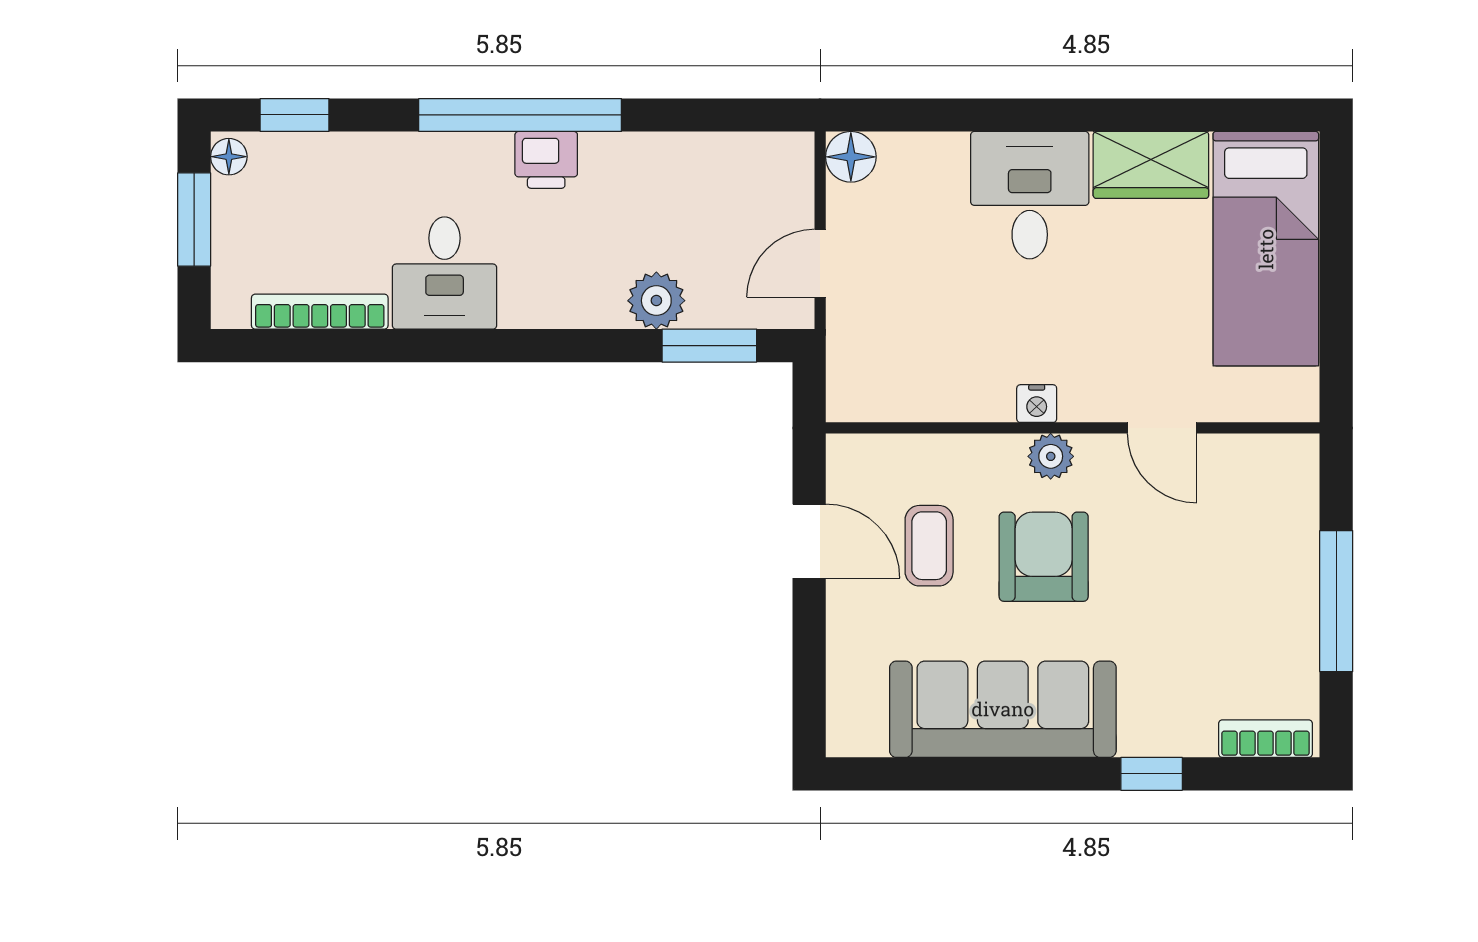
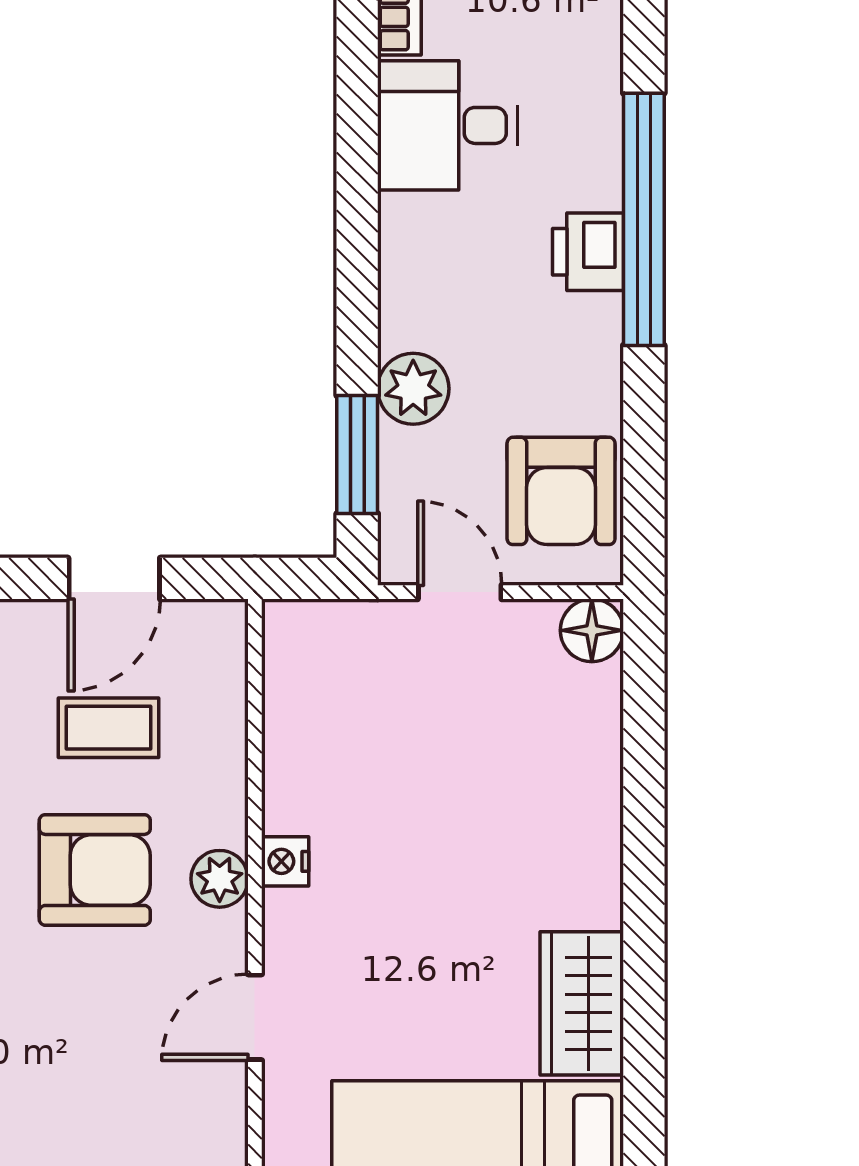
armchair: (739, 182) -> (561, 491), added
desk: (1030, 195) -> (544, 853), removed

